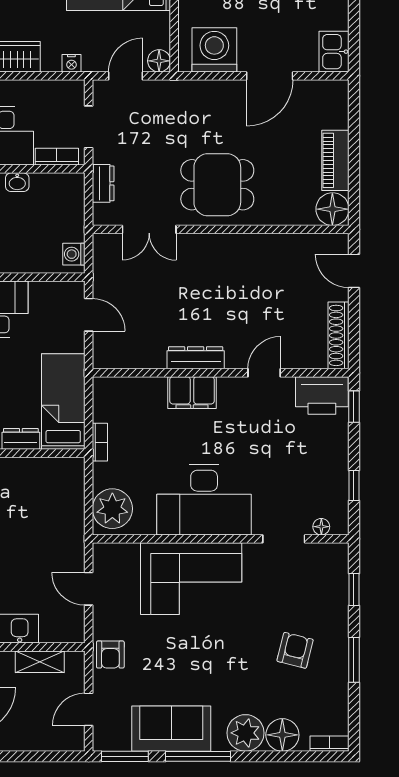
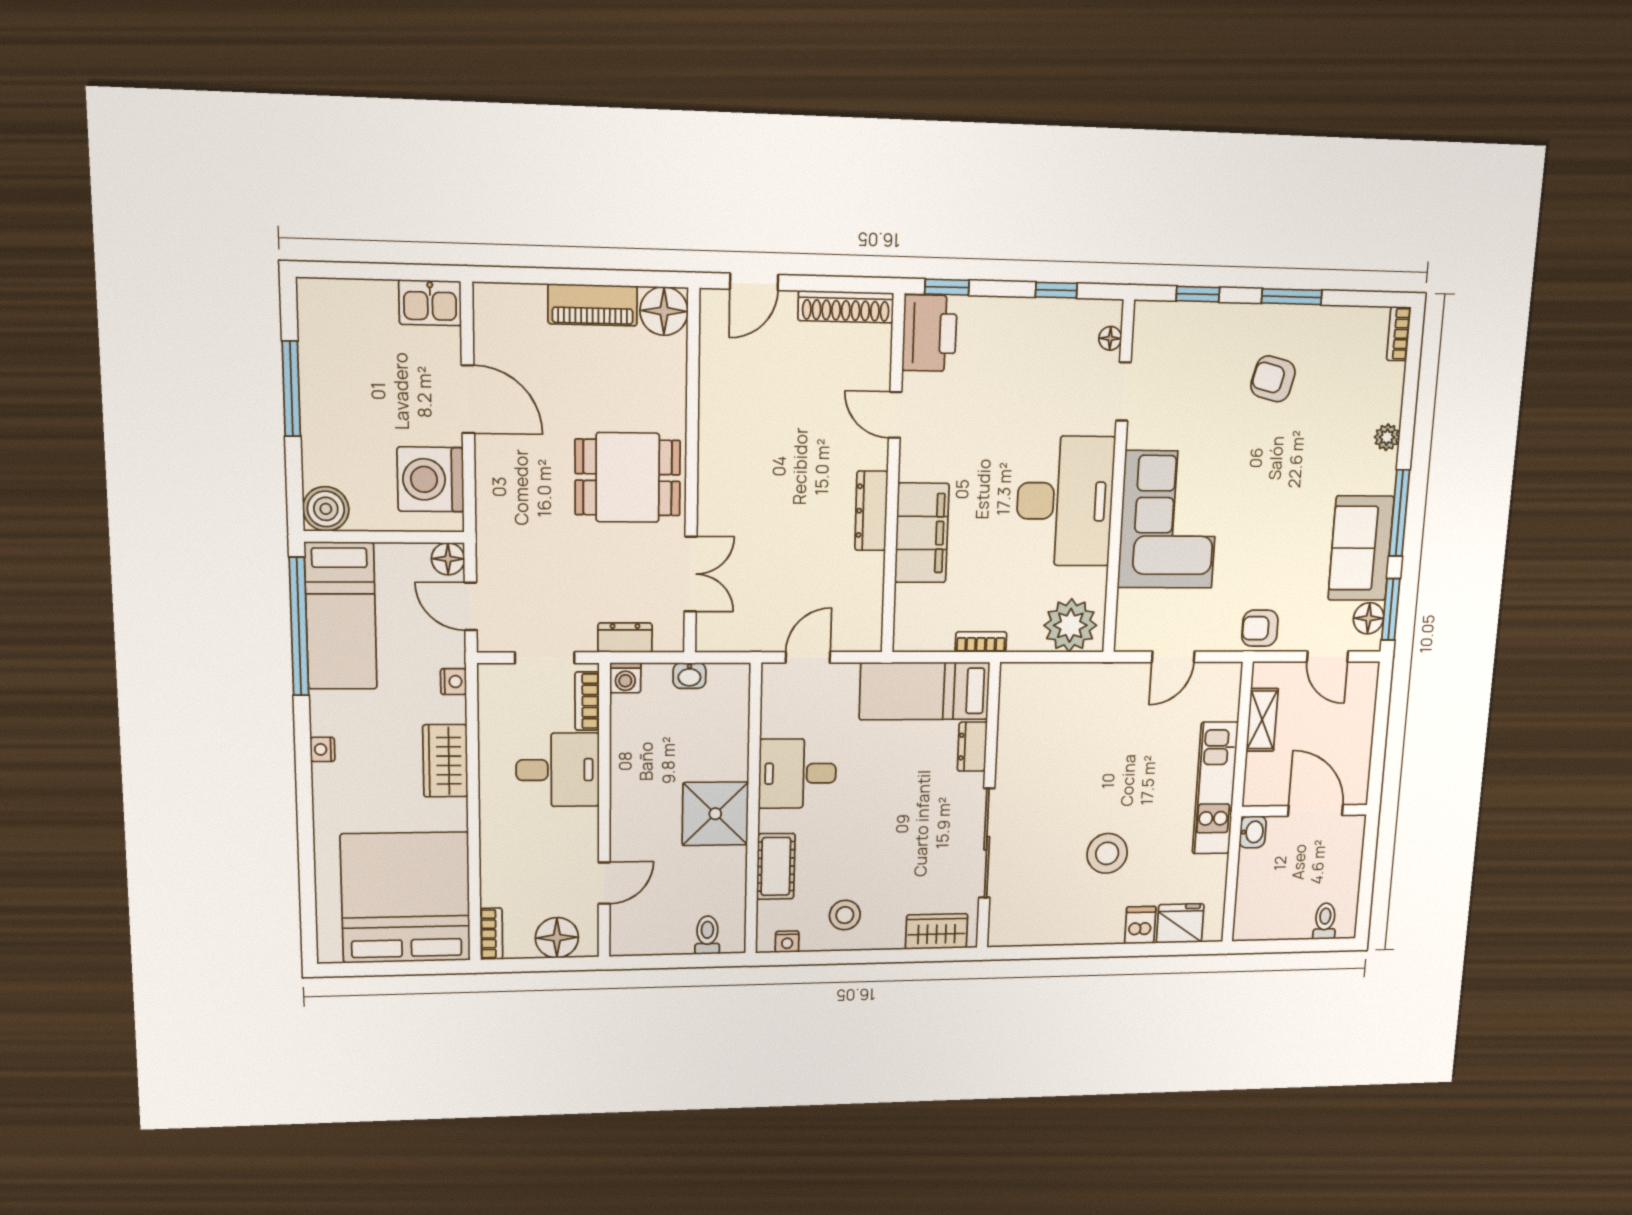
washbasin: (17, 182) -> (689, 676), moved, turned 90
dining table: (217, 185) -> (628, 478), turned 90
washing machine: (74, 254) -> (625, 678), moved
filing cabinet: (192, 393) -> (922, 533), width x1.50, depth x1.17
armchair: (110, 655) -> (1260, 628), turned 180
plant: (246, 733) -> (1387, 437), width x0.53, depth x0.53
floor lamp: (282, 735) -> (1369, 618), moved, width x0.73, depth x0.73

